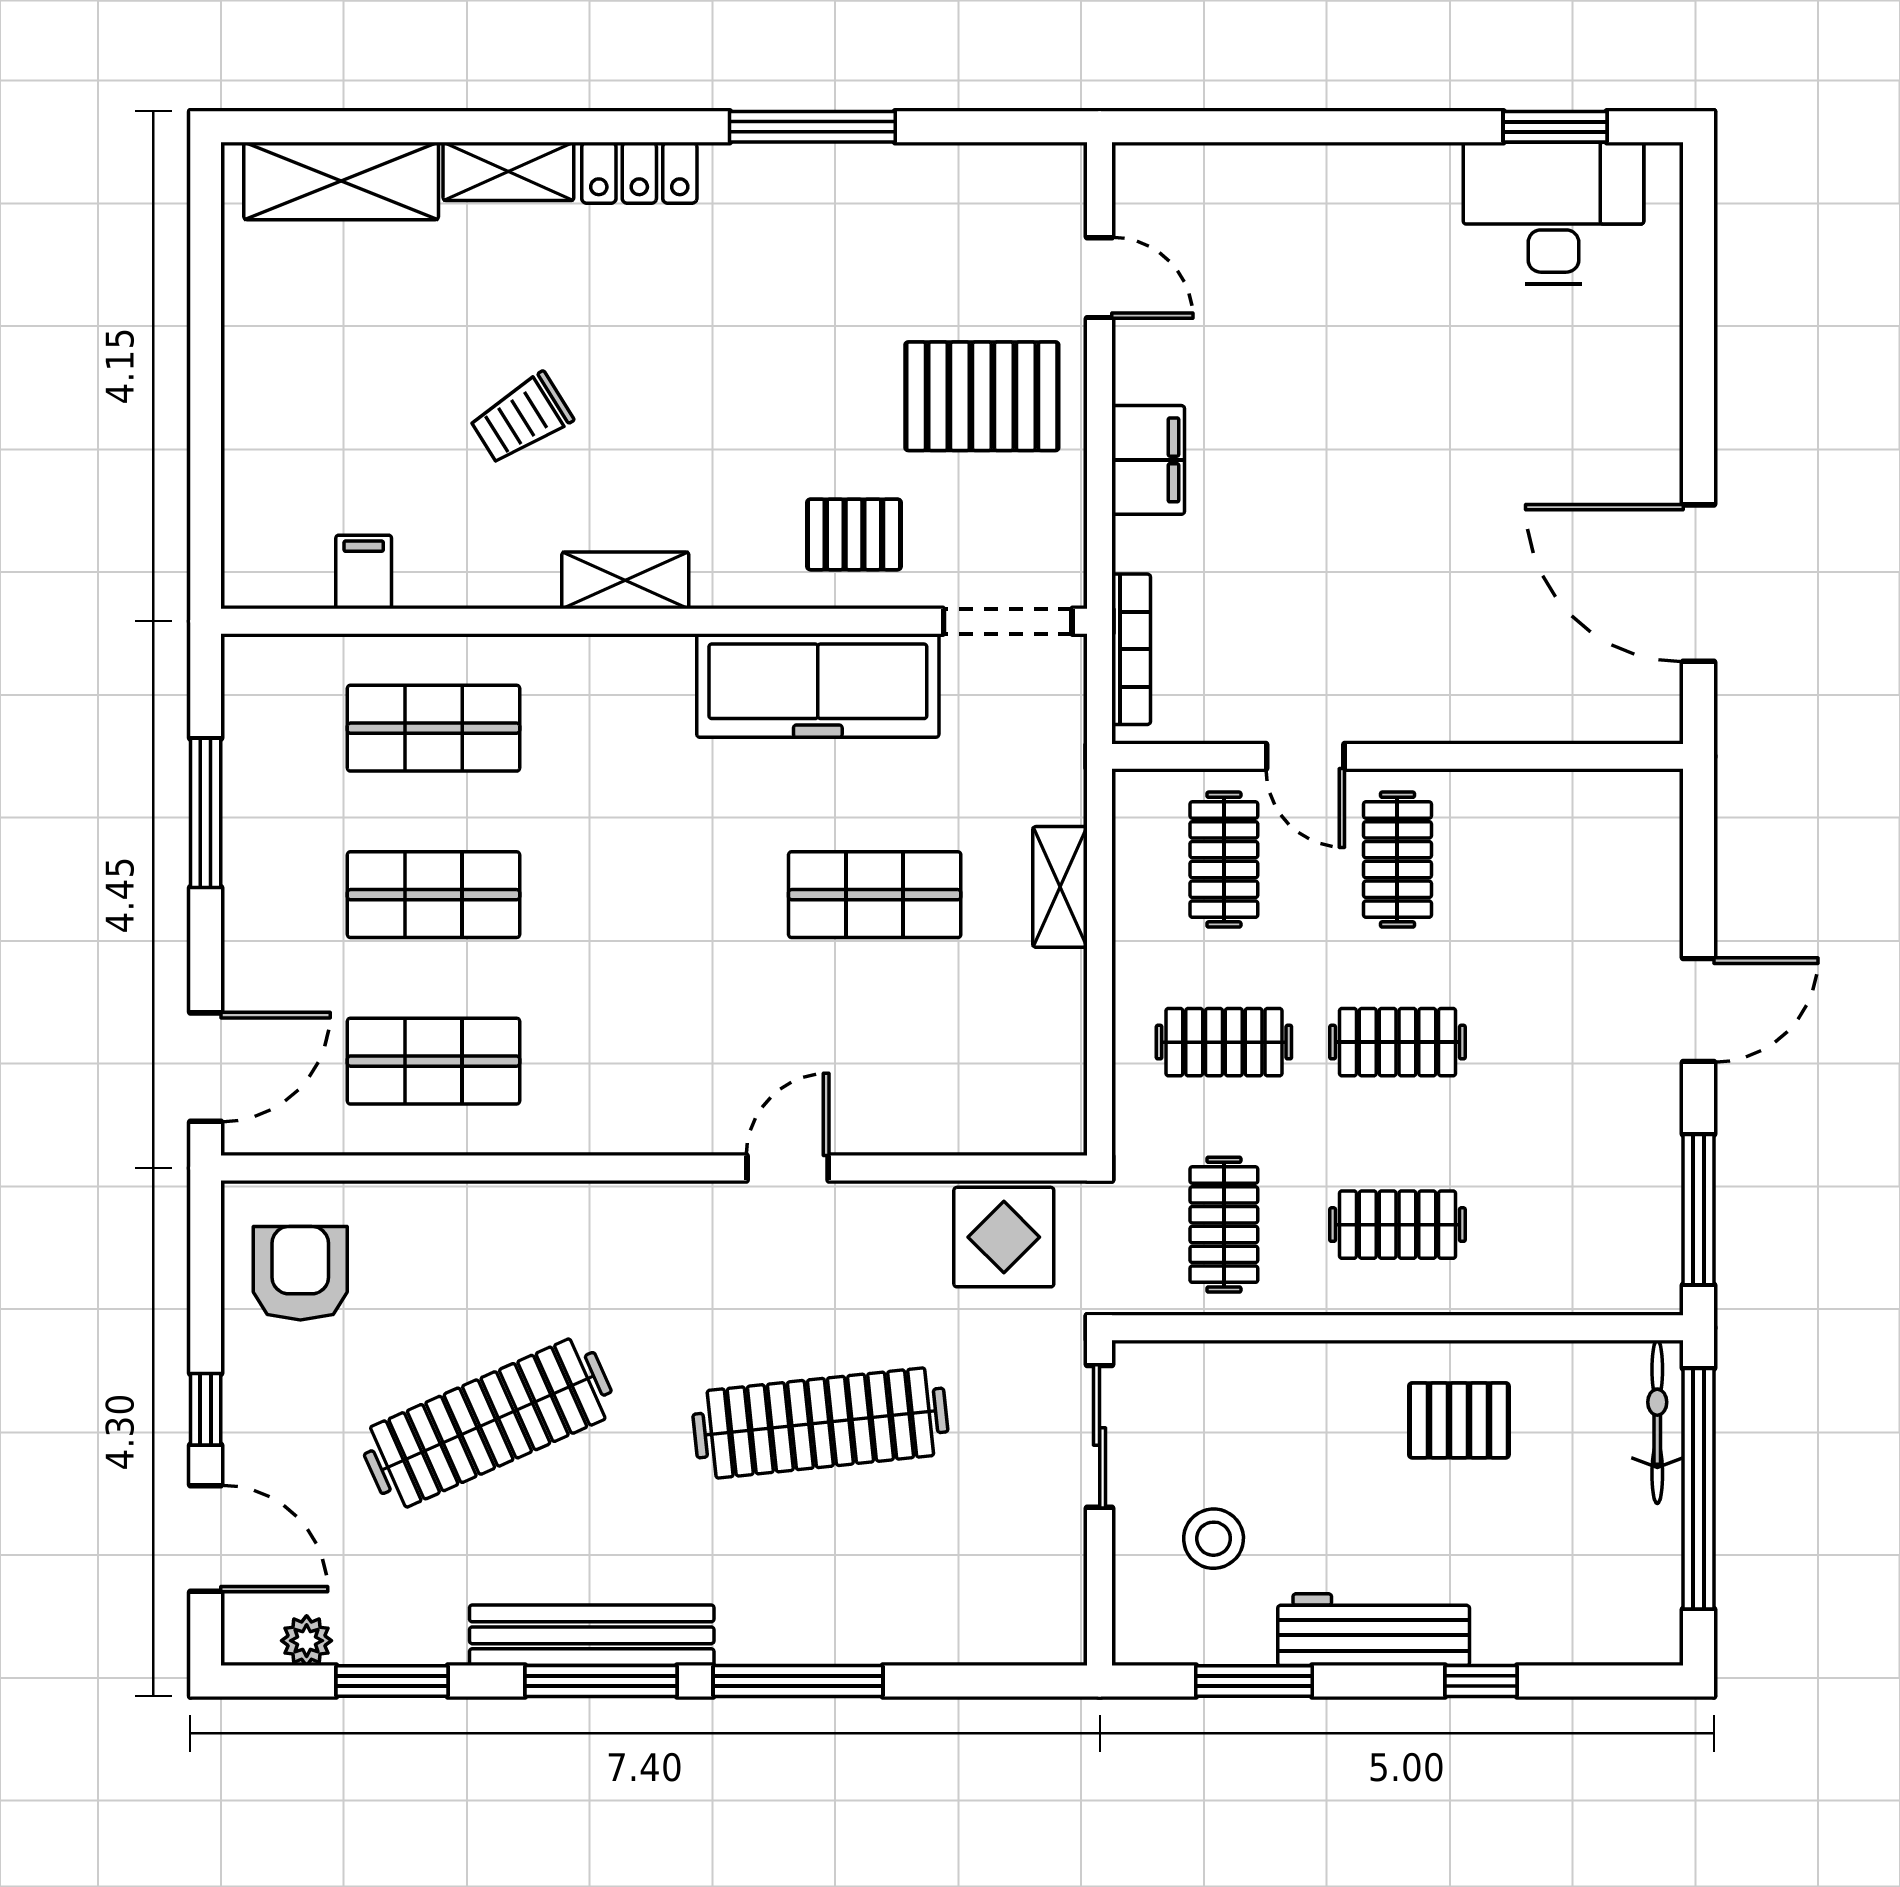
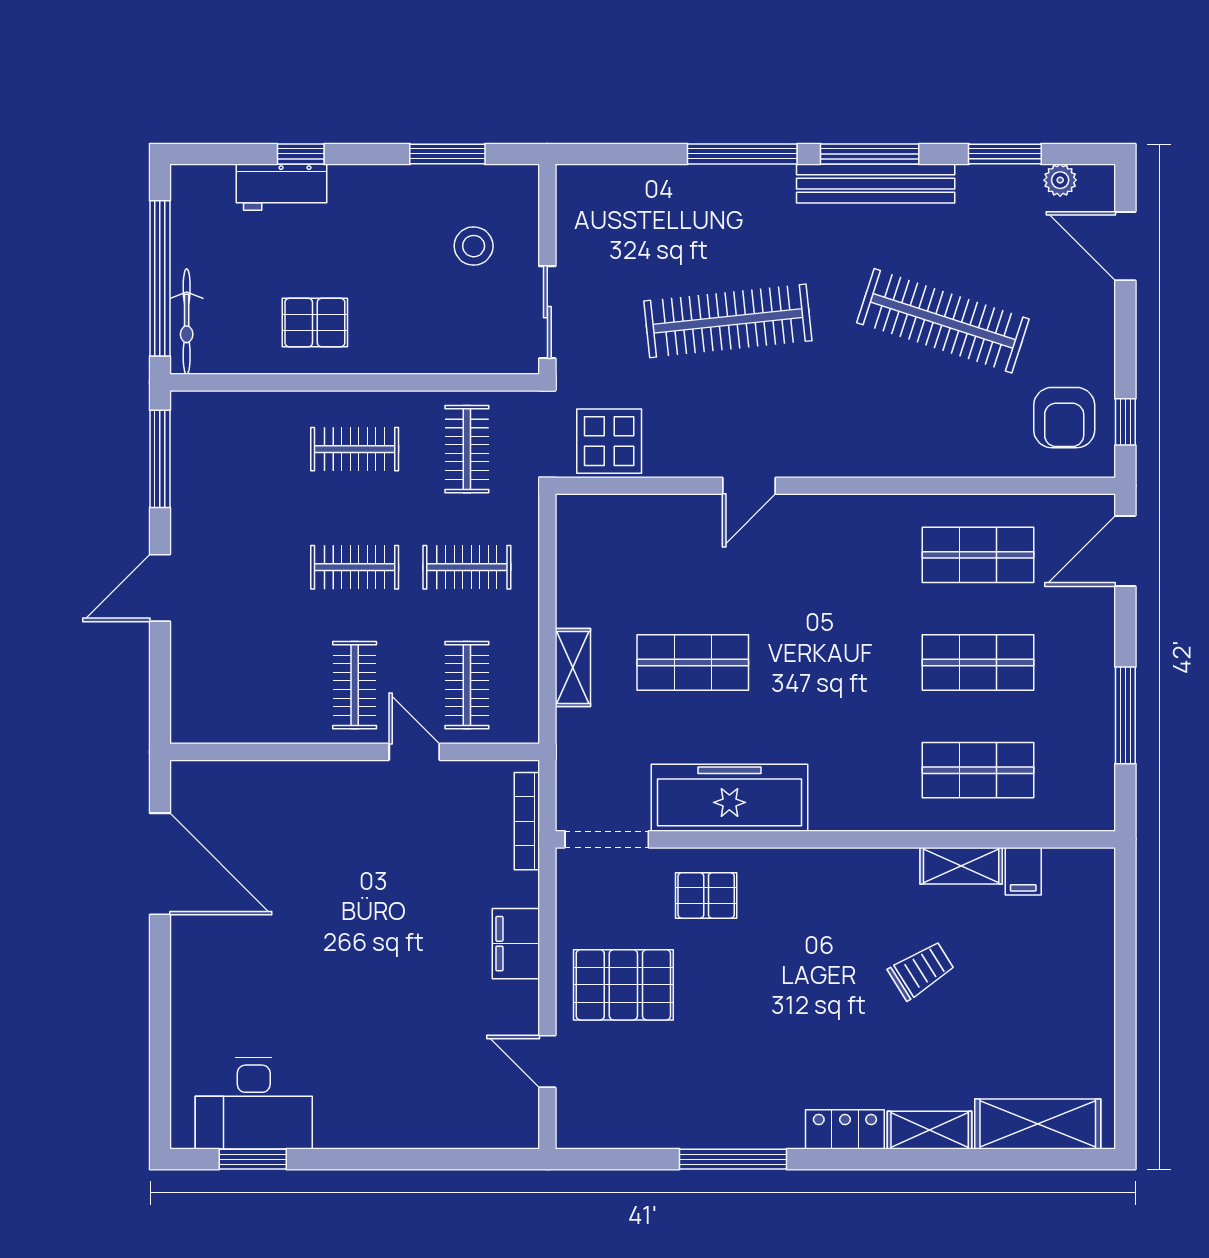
shelving: (625, 580) -> (961, 866), moved
window: (206, 1409) -> (1125, 422), moved
clothes rail: (488, 1423) -> (943, 321), turned 42
workbench: (1374, 1630) -> (281, 187), moved, width x0.73

